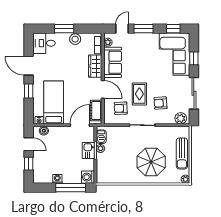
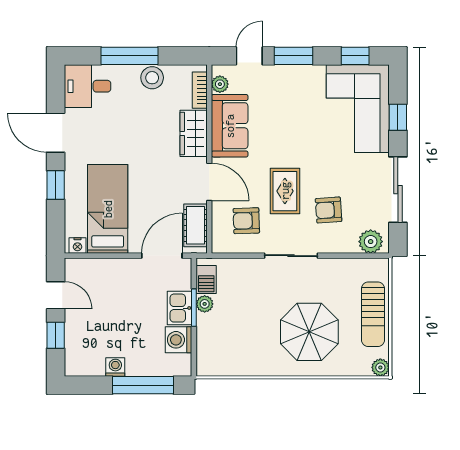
window: (64, 29) -> (130, 56), width x1.44
boiler: (44, 131) -> (87, 267), removed
washing machine: (88, 177) -> (179, 340), moved

